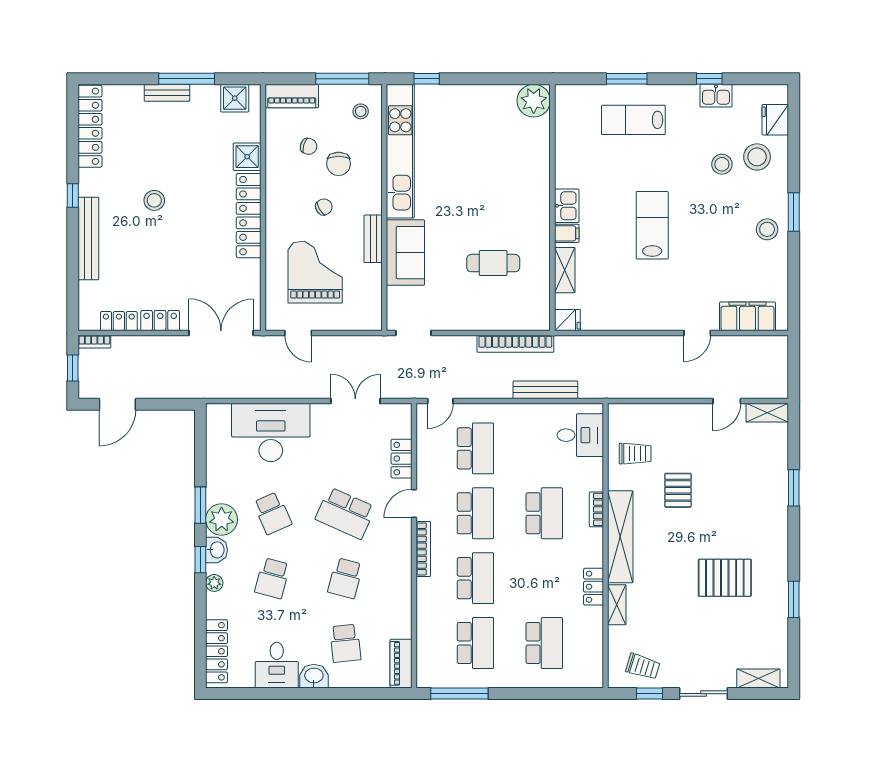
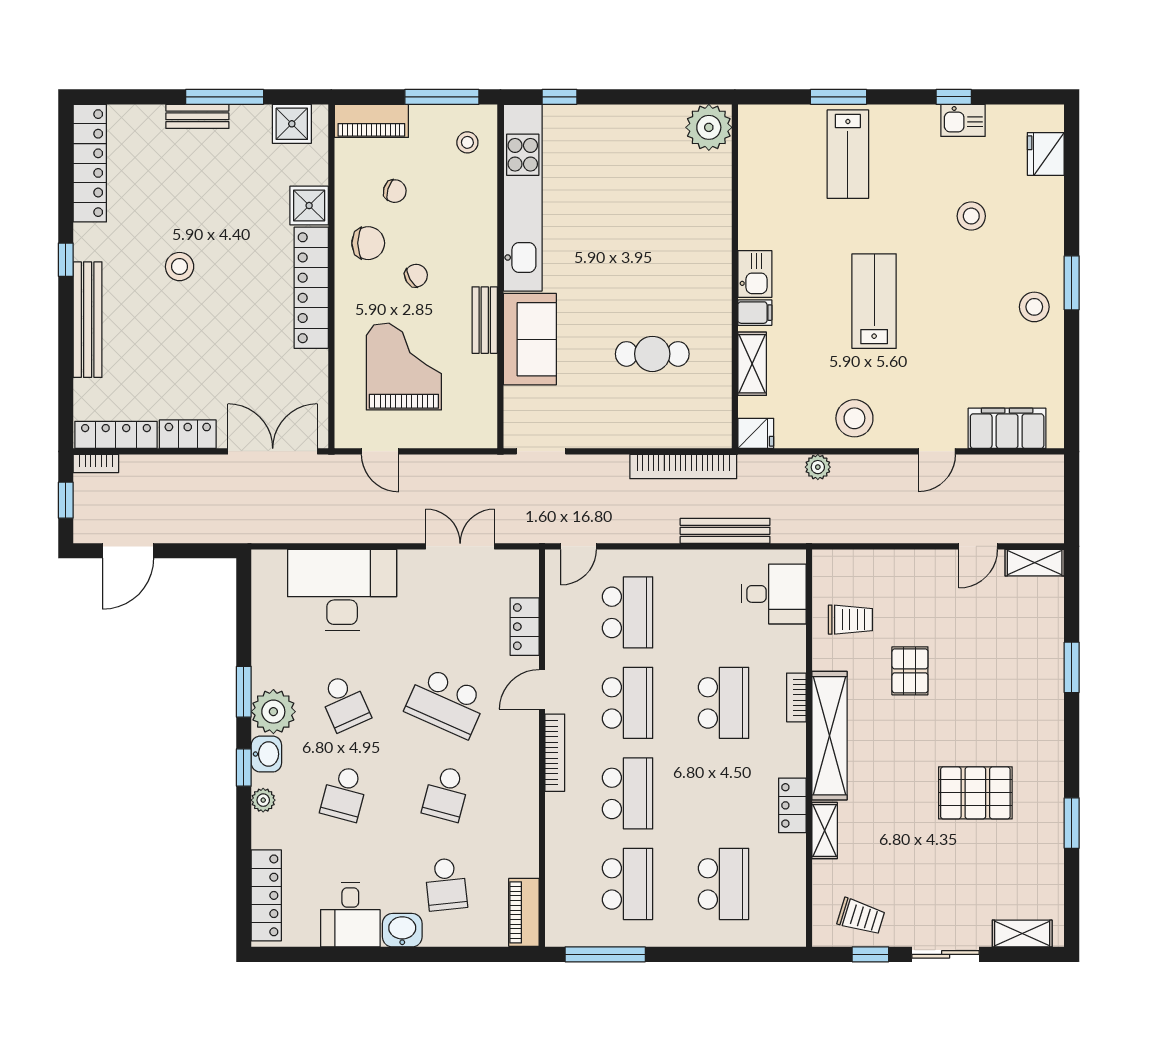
lab bench: (633, 120) -> (848, 154), turned -90
stool: (757, 157) -> (854, 418), moved
chair: (339, 164) -> (368, 243), moved, turned -90
locker: (119, 321) -> (116, 435), width x1.53
plant: (612, 344) -> (818, 467), added

